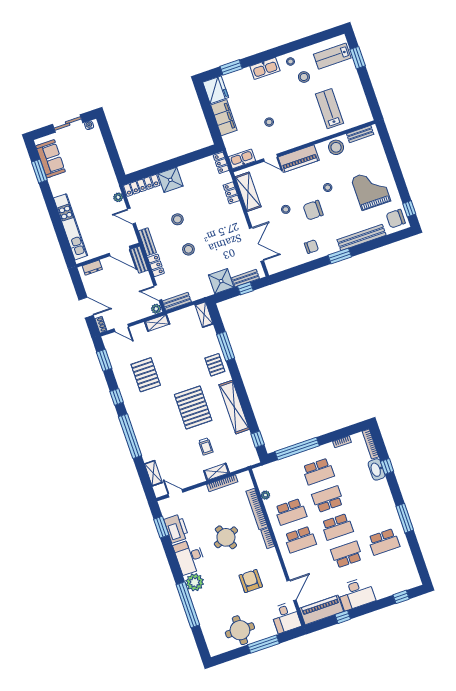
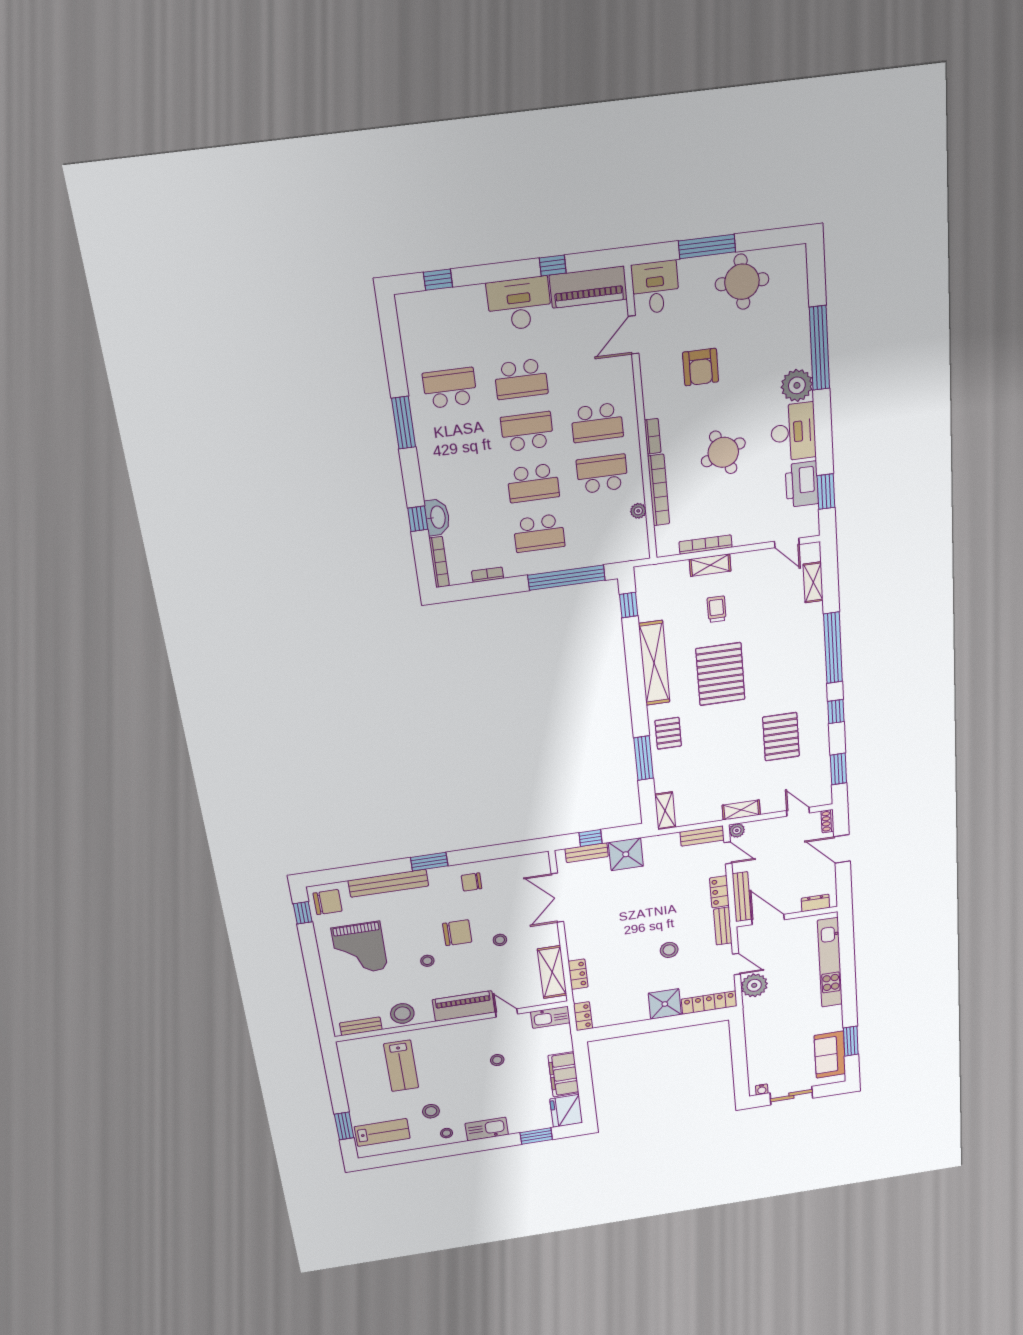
plant: (118, 197) -> (754, 985), width x1.88, depth x1.88
stool: (188, 249) -> (664, 906), removed
bench: (139, 260) -> (742, 897), width x1.36
school desk: (318, 471) -> (539, 533), turned 180
school desk: (300, 540) -> (597, 423), turned 180

